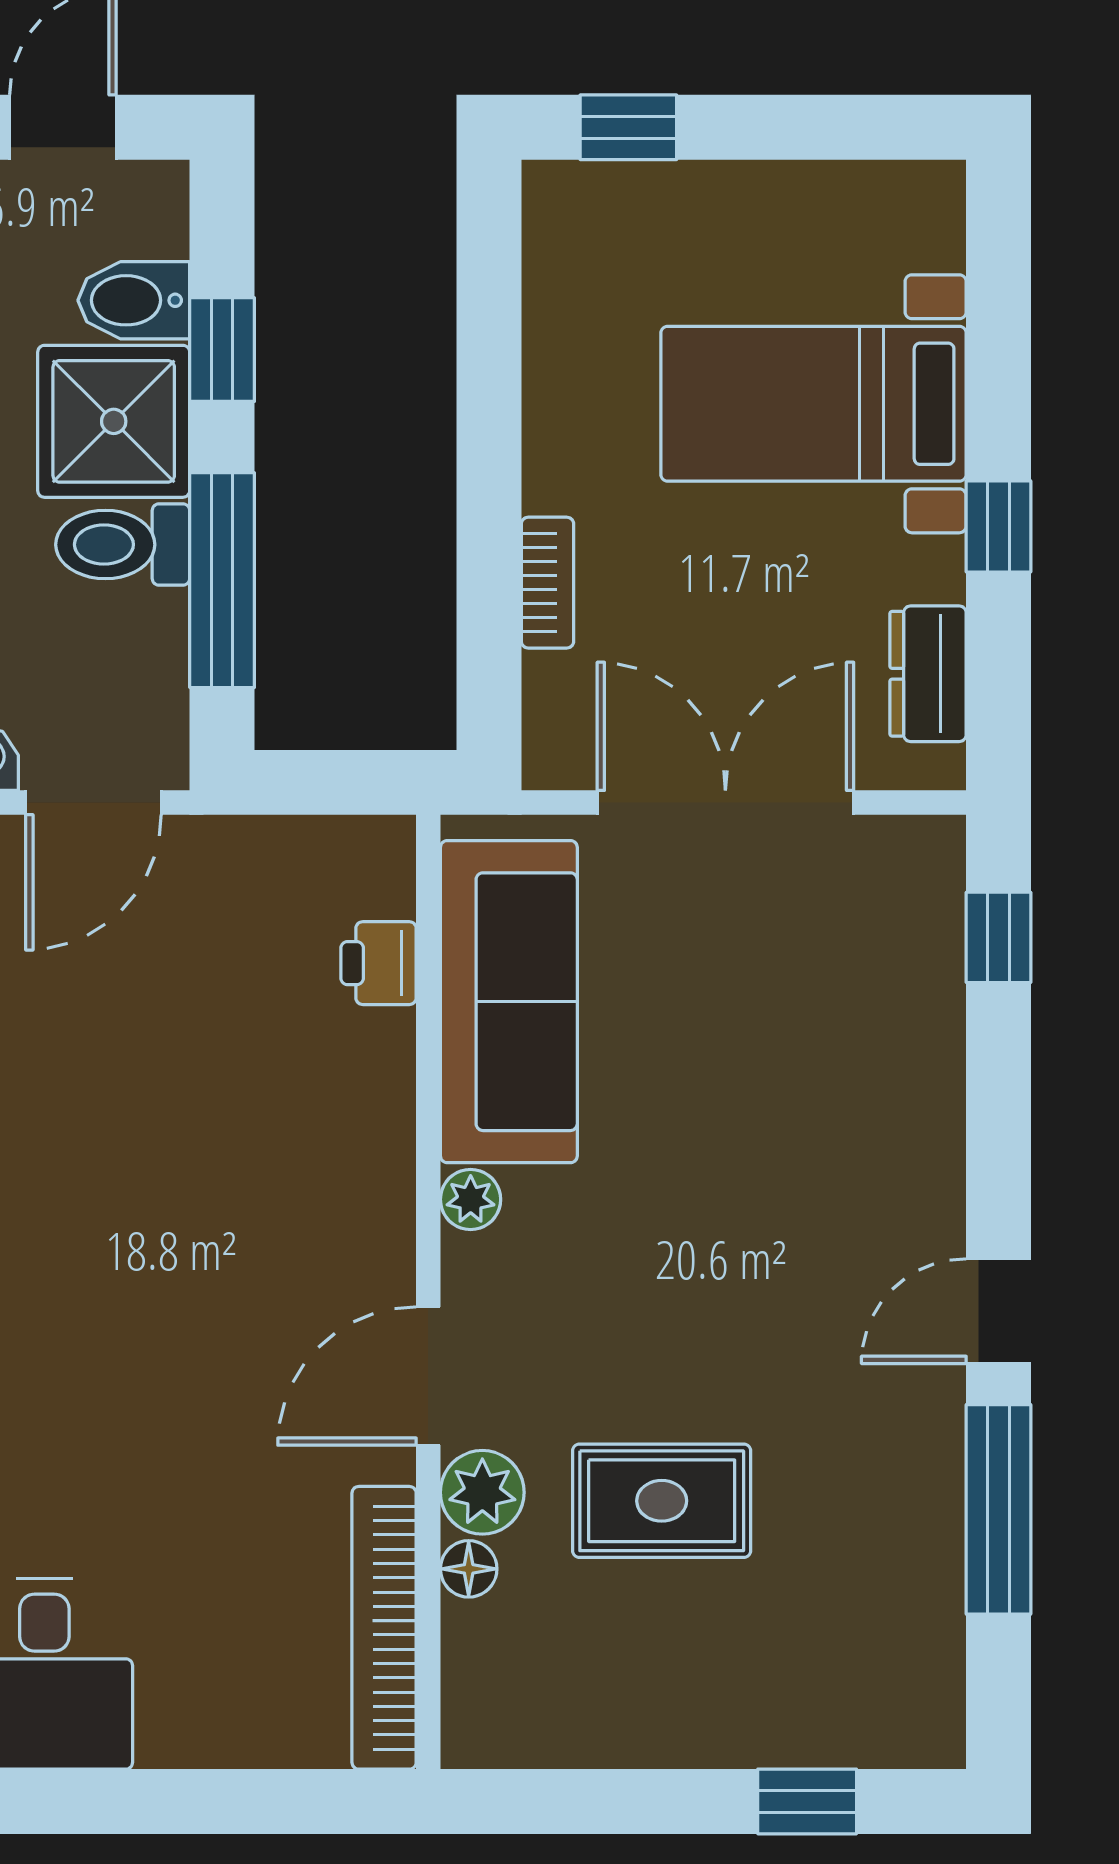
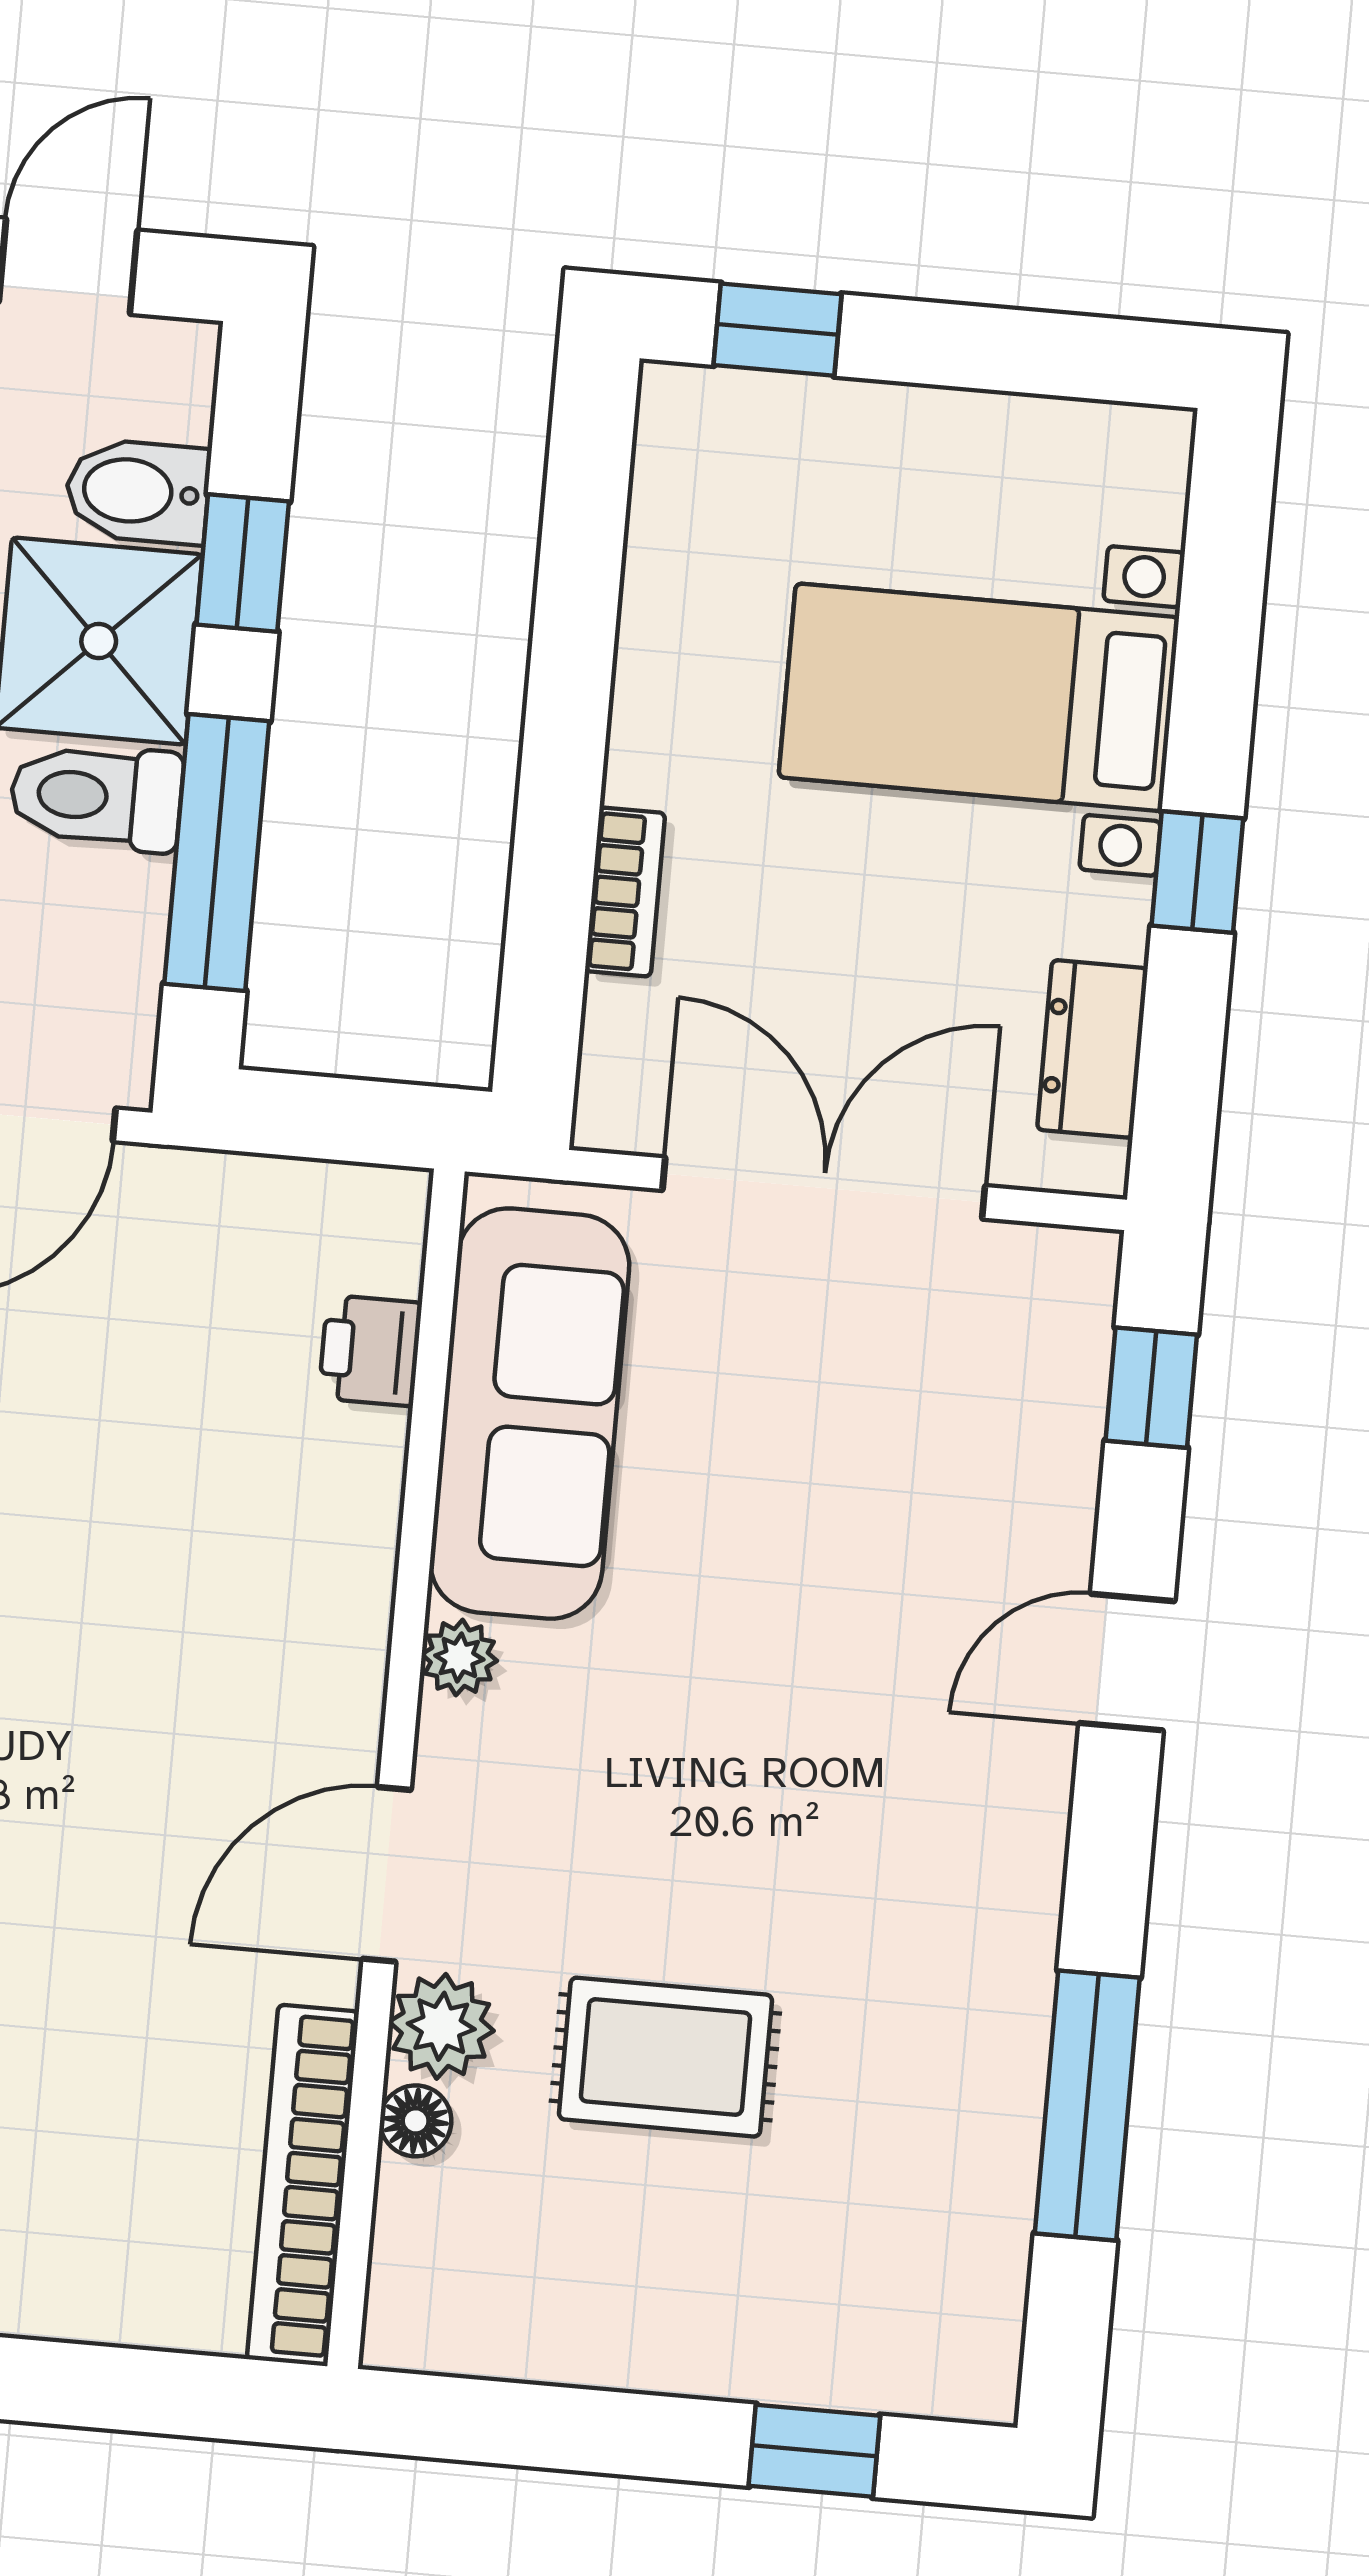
door: (998, 1311) -> (1127, 1662), moved

